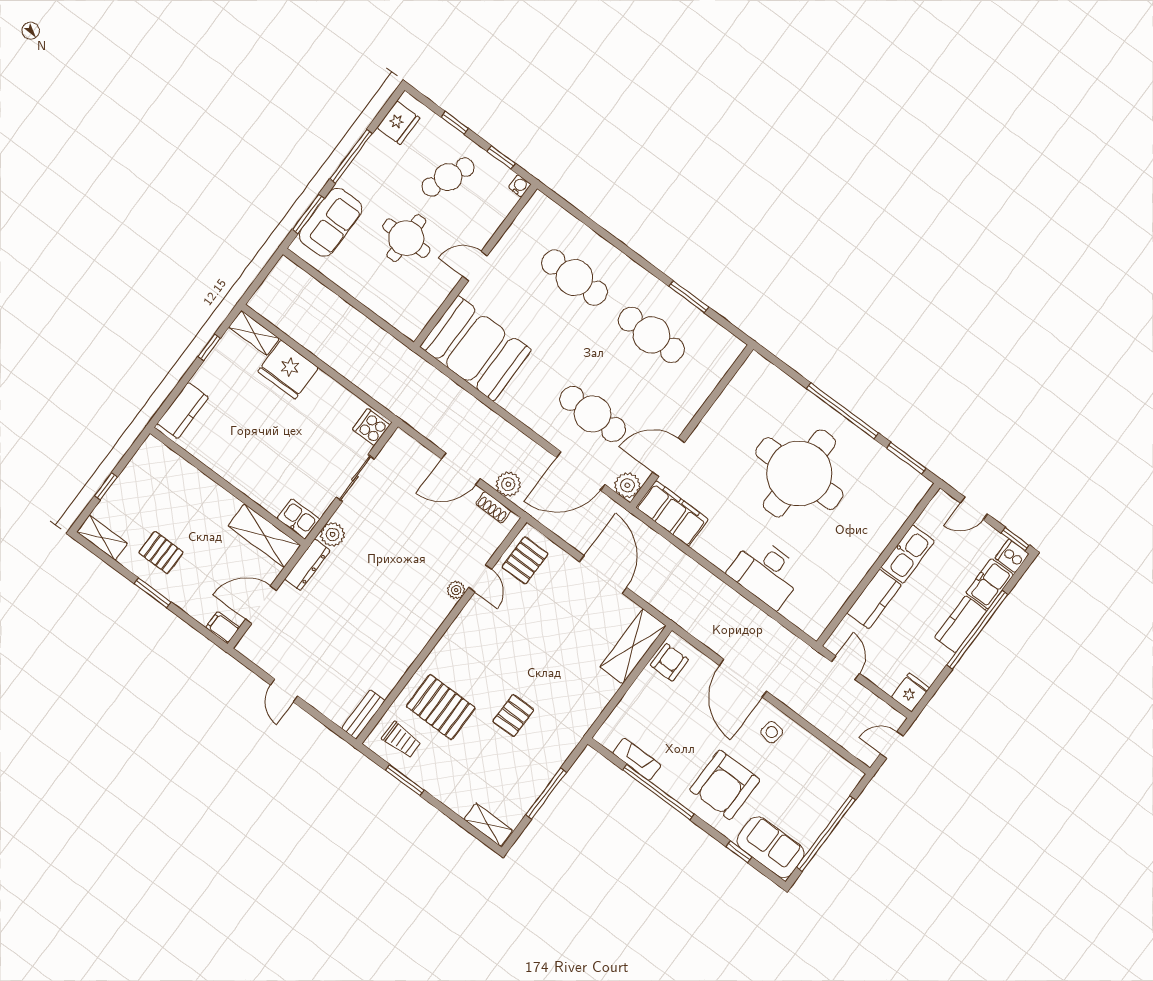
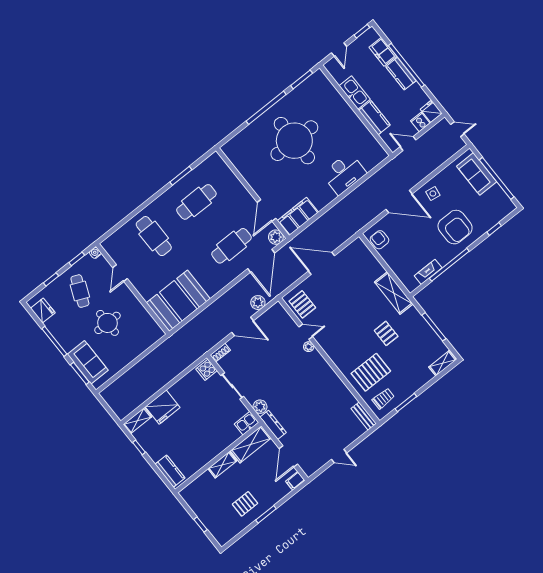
door: (475, 266) -> (120, 273), moved
cafe table: (574, 278) -> (154, 236), turned 90
door: (461, 469) -> (242, 326), hinge flipped
shoe rack: (493, 507) -> (220, 353), moved
shelving: (102, 538) -> (222, 465), moved
cooker: (1012, 556) -> (420, 122), moved, turned 90
shelving: (633, 646) -> (394, 293), moved
door: (892, 745) -> (457, 129), swing flipped
sofa: (770, 847) -> (477, 174), moved, turned -90

